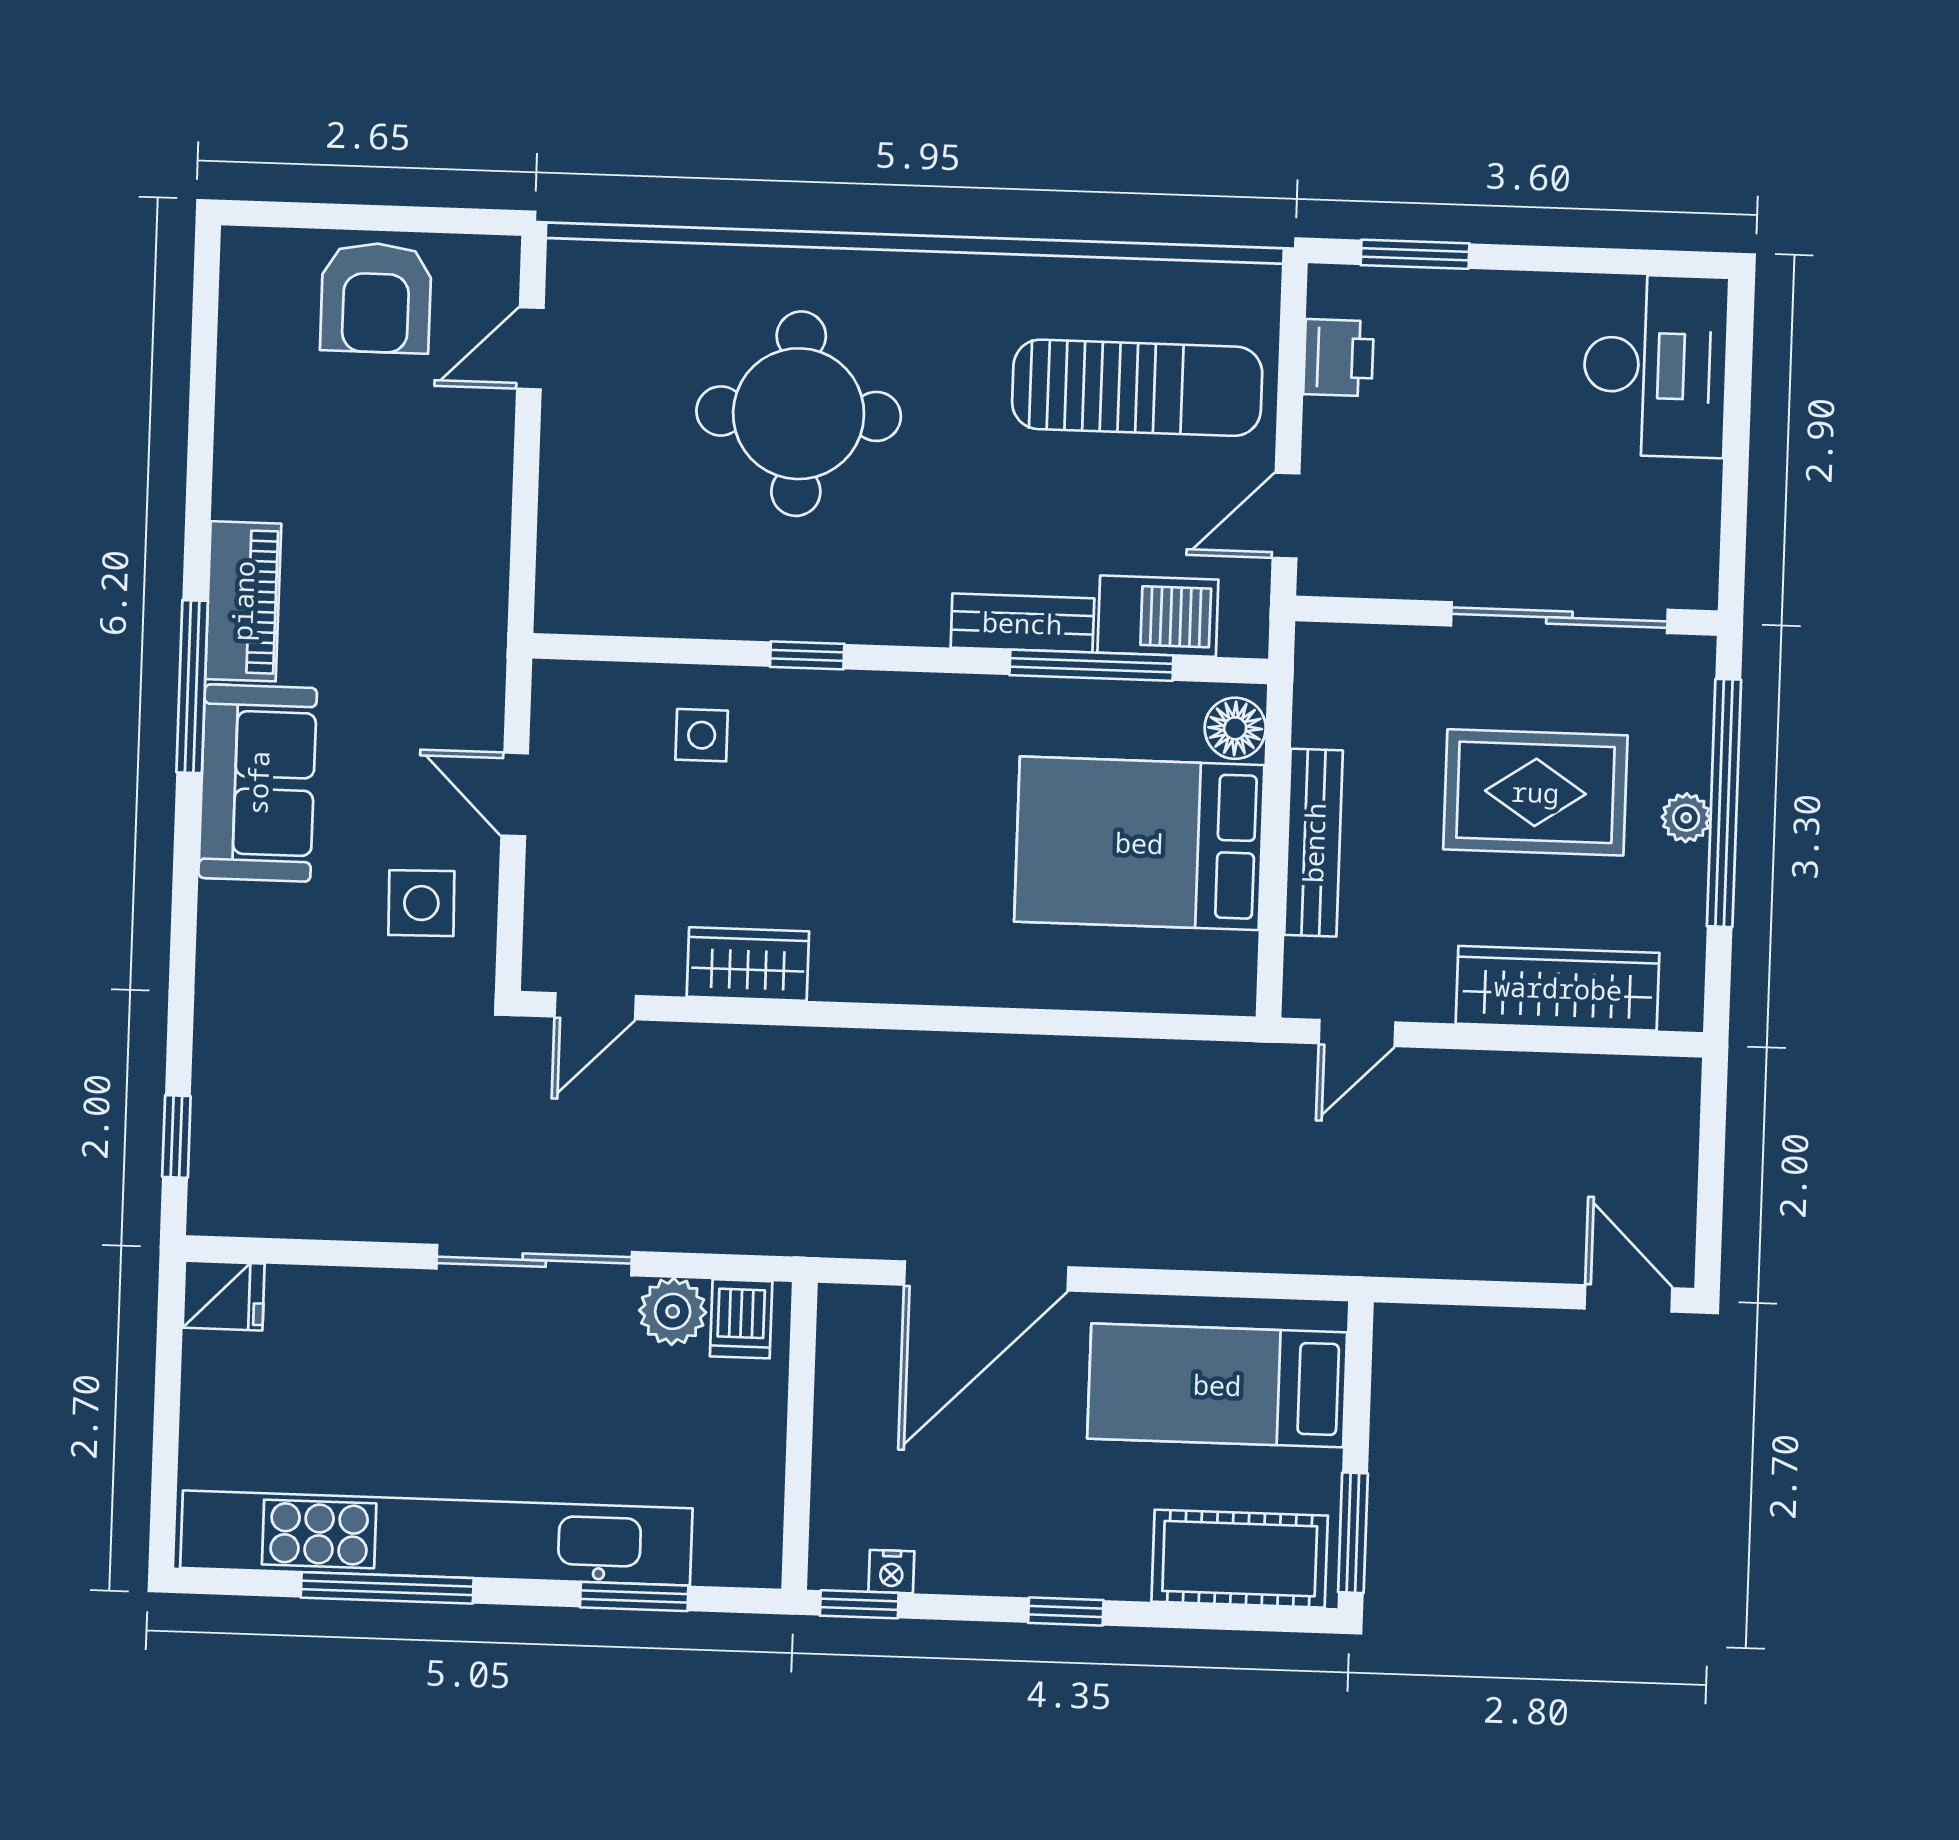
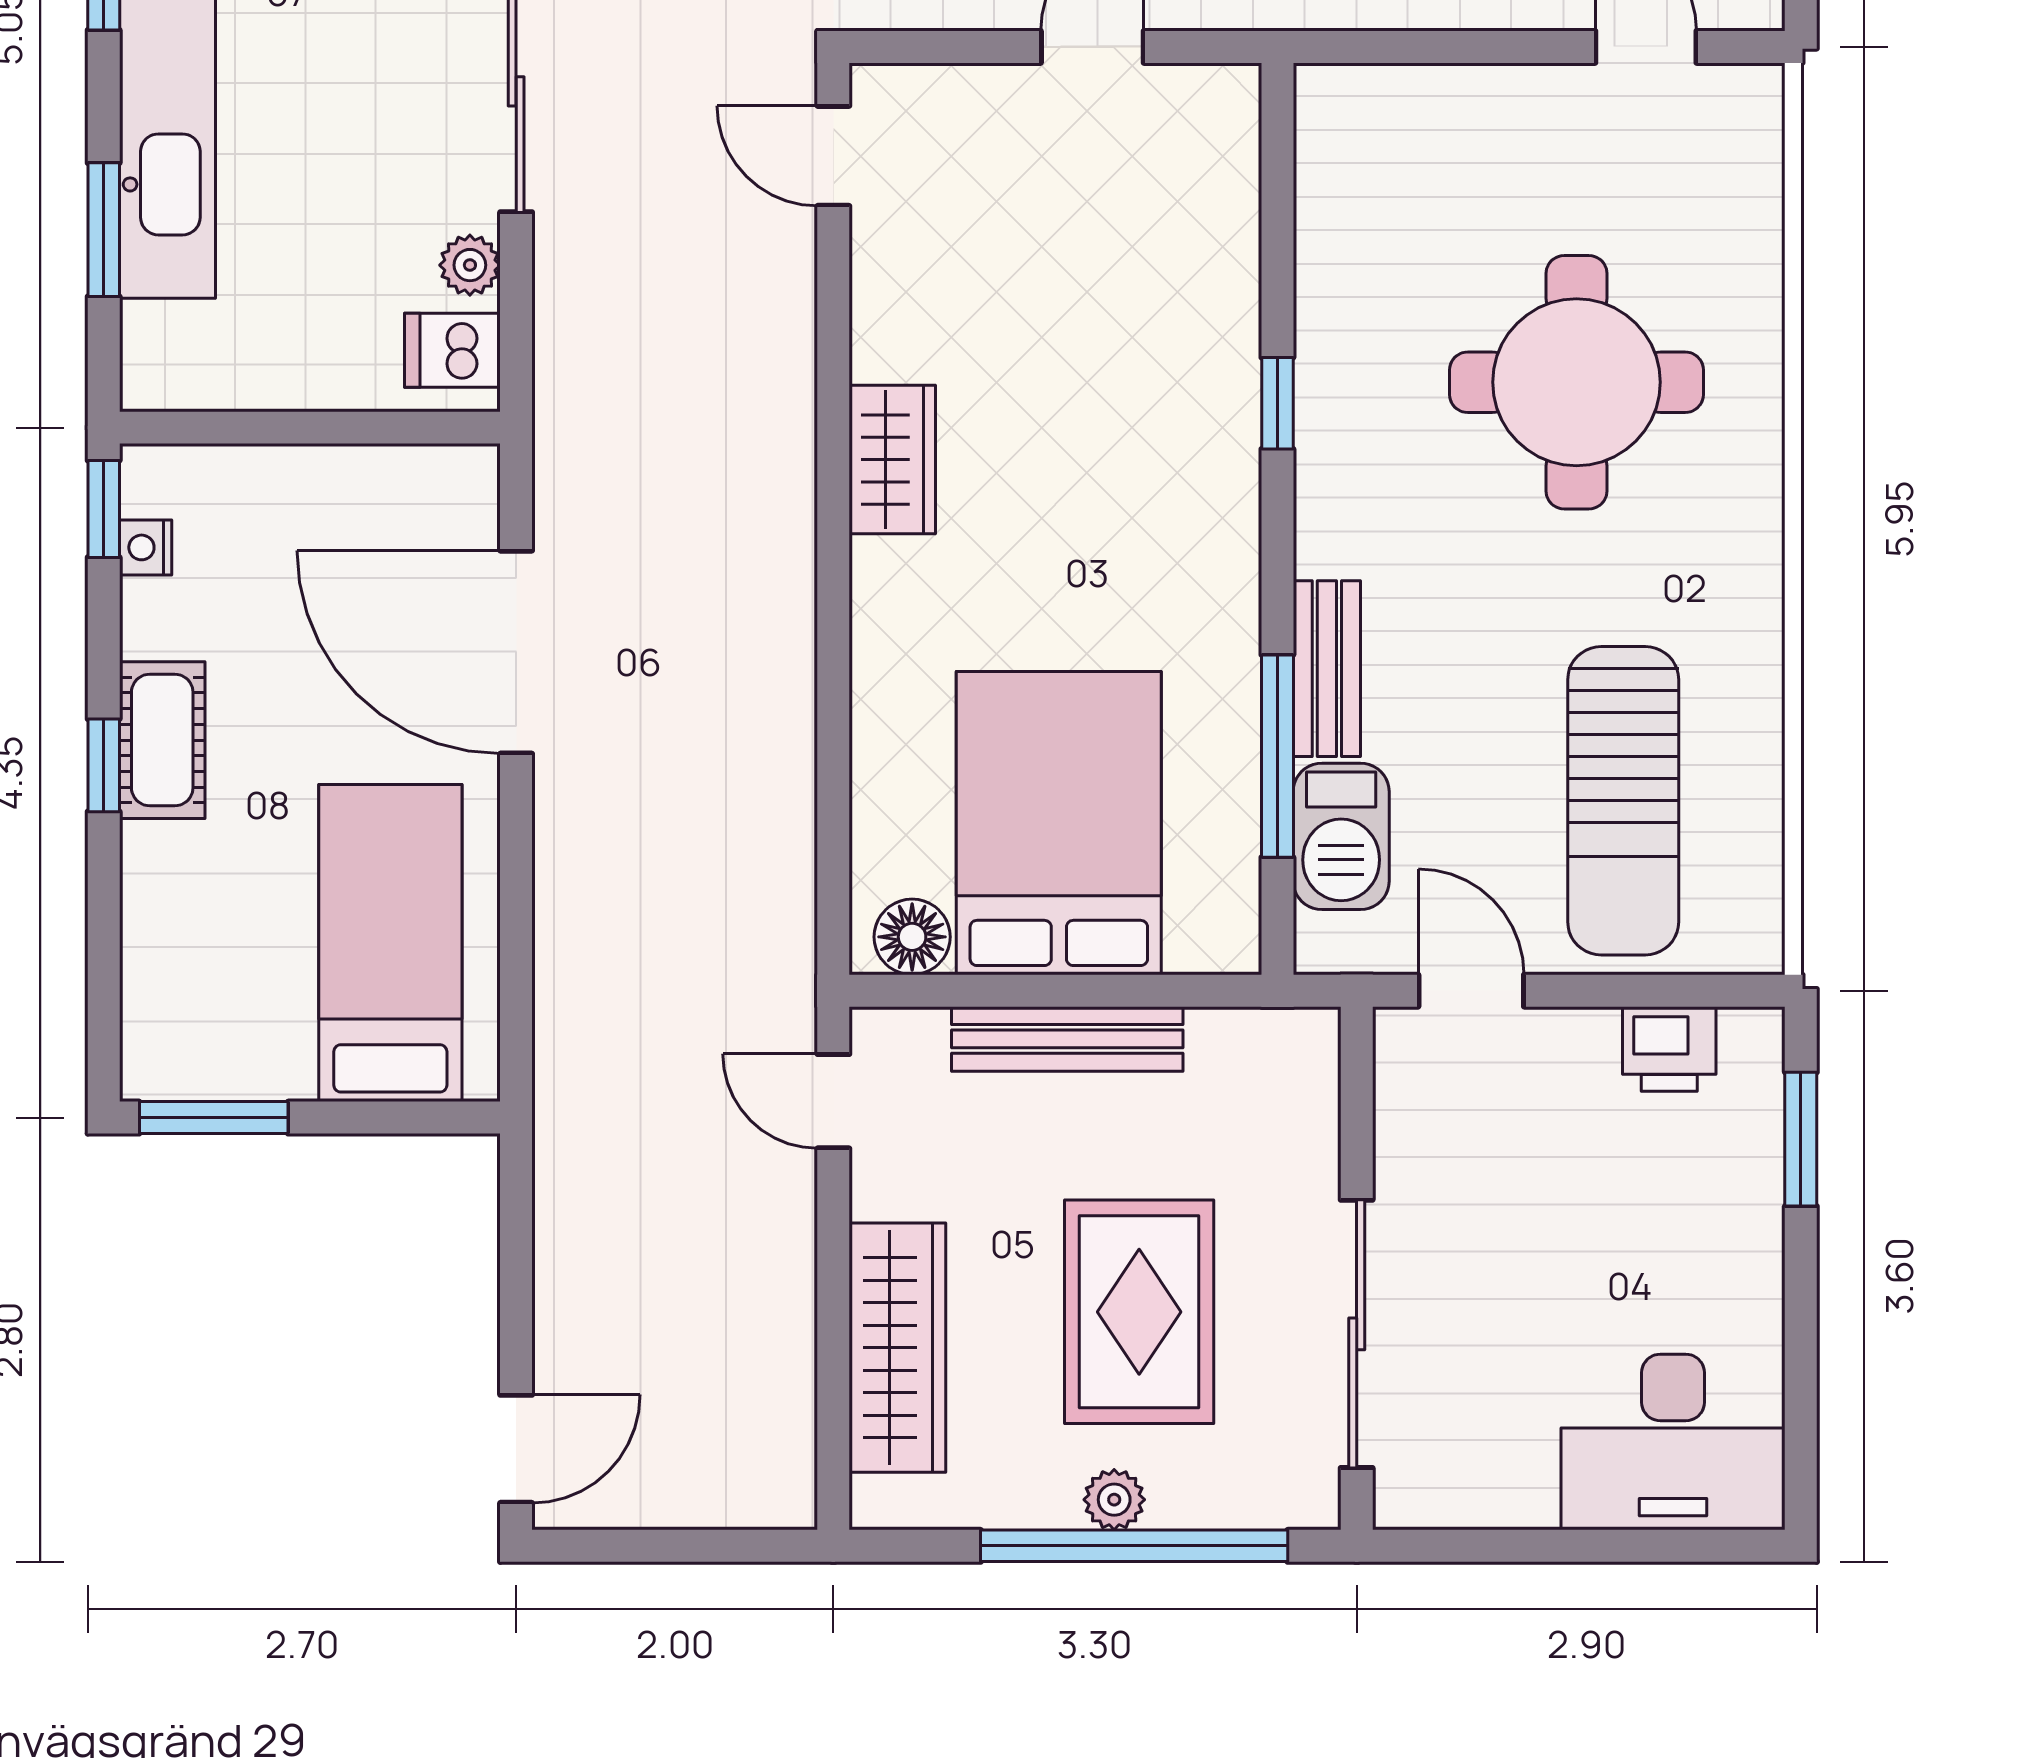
floor lamp: (1235, 728) -> (912, 937), moved
side table: (702, 735) -> (1174, 276), removed
wardrobe: (748, 964) -> (892, 459), moved
plant: (673, 1311) -> (470, 265), width x0.73, depth x0.73
cot: (1240, 1559) -> (162, 740), moved, width x0.73, depth x0.75

